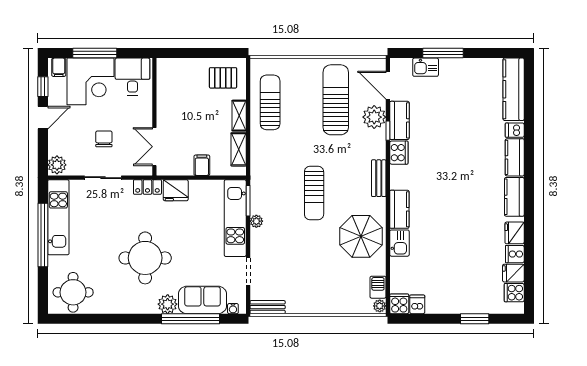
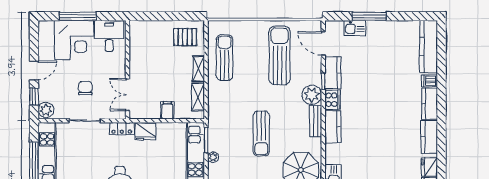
filing cabinet: (59, 67) -> (47, 28), removed
window: (43, 87) -> (34, 97), moved
plant: (374, 117) -> (312, 95), moved
kitchen counter: (399, 209) -> (333, 127), moved

